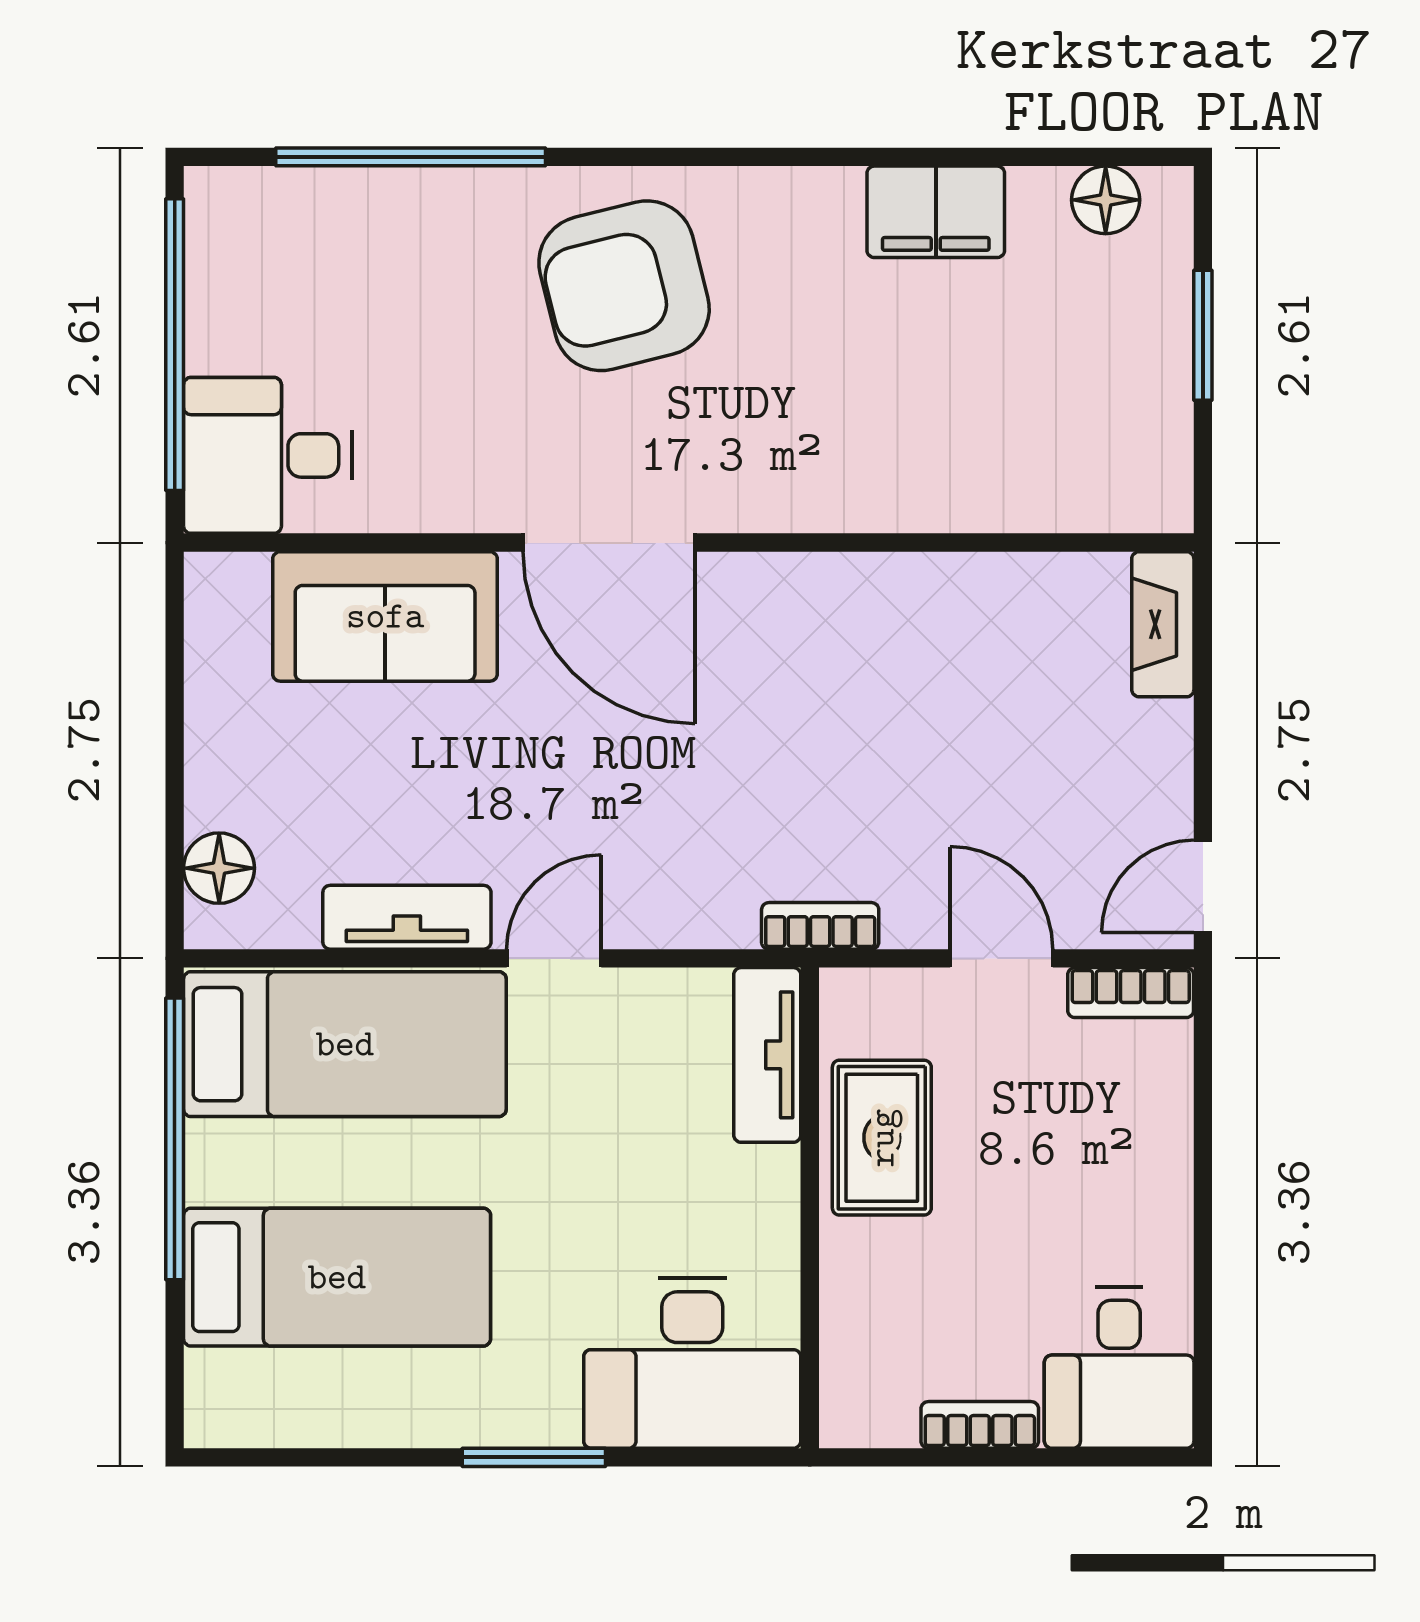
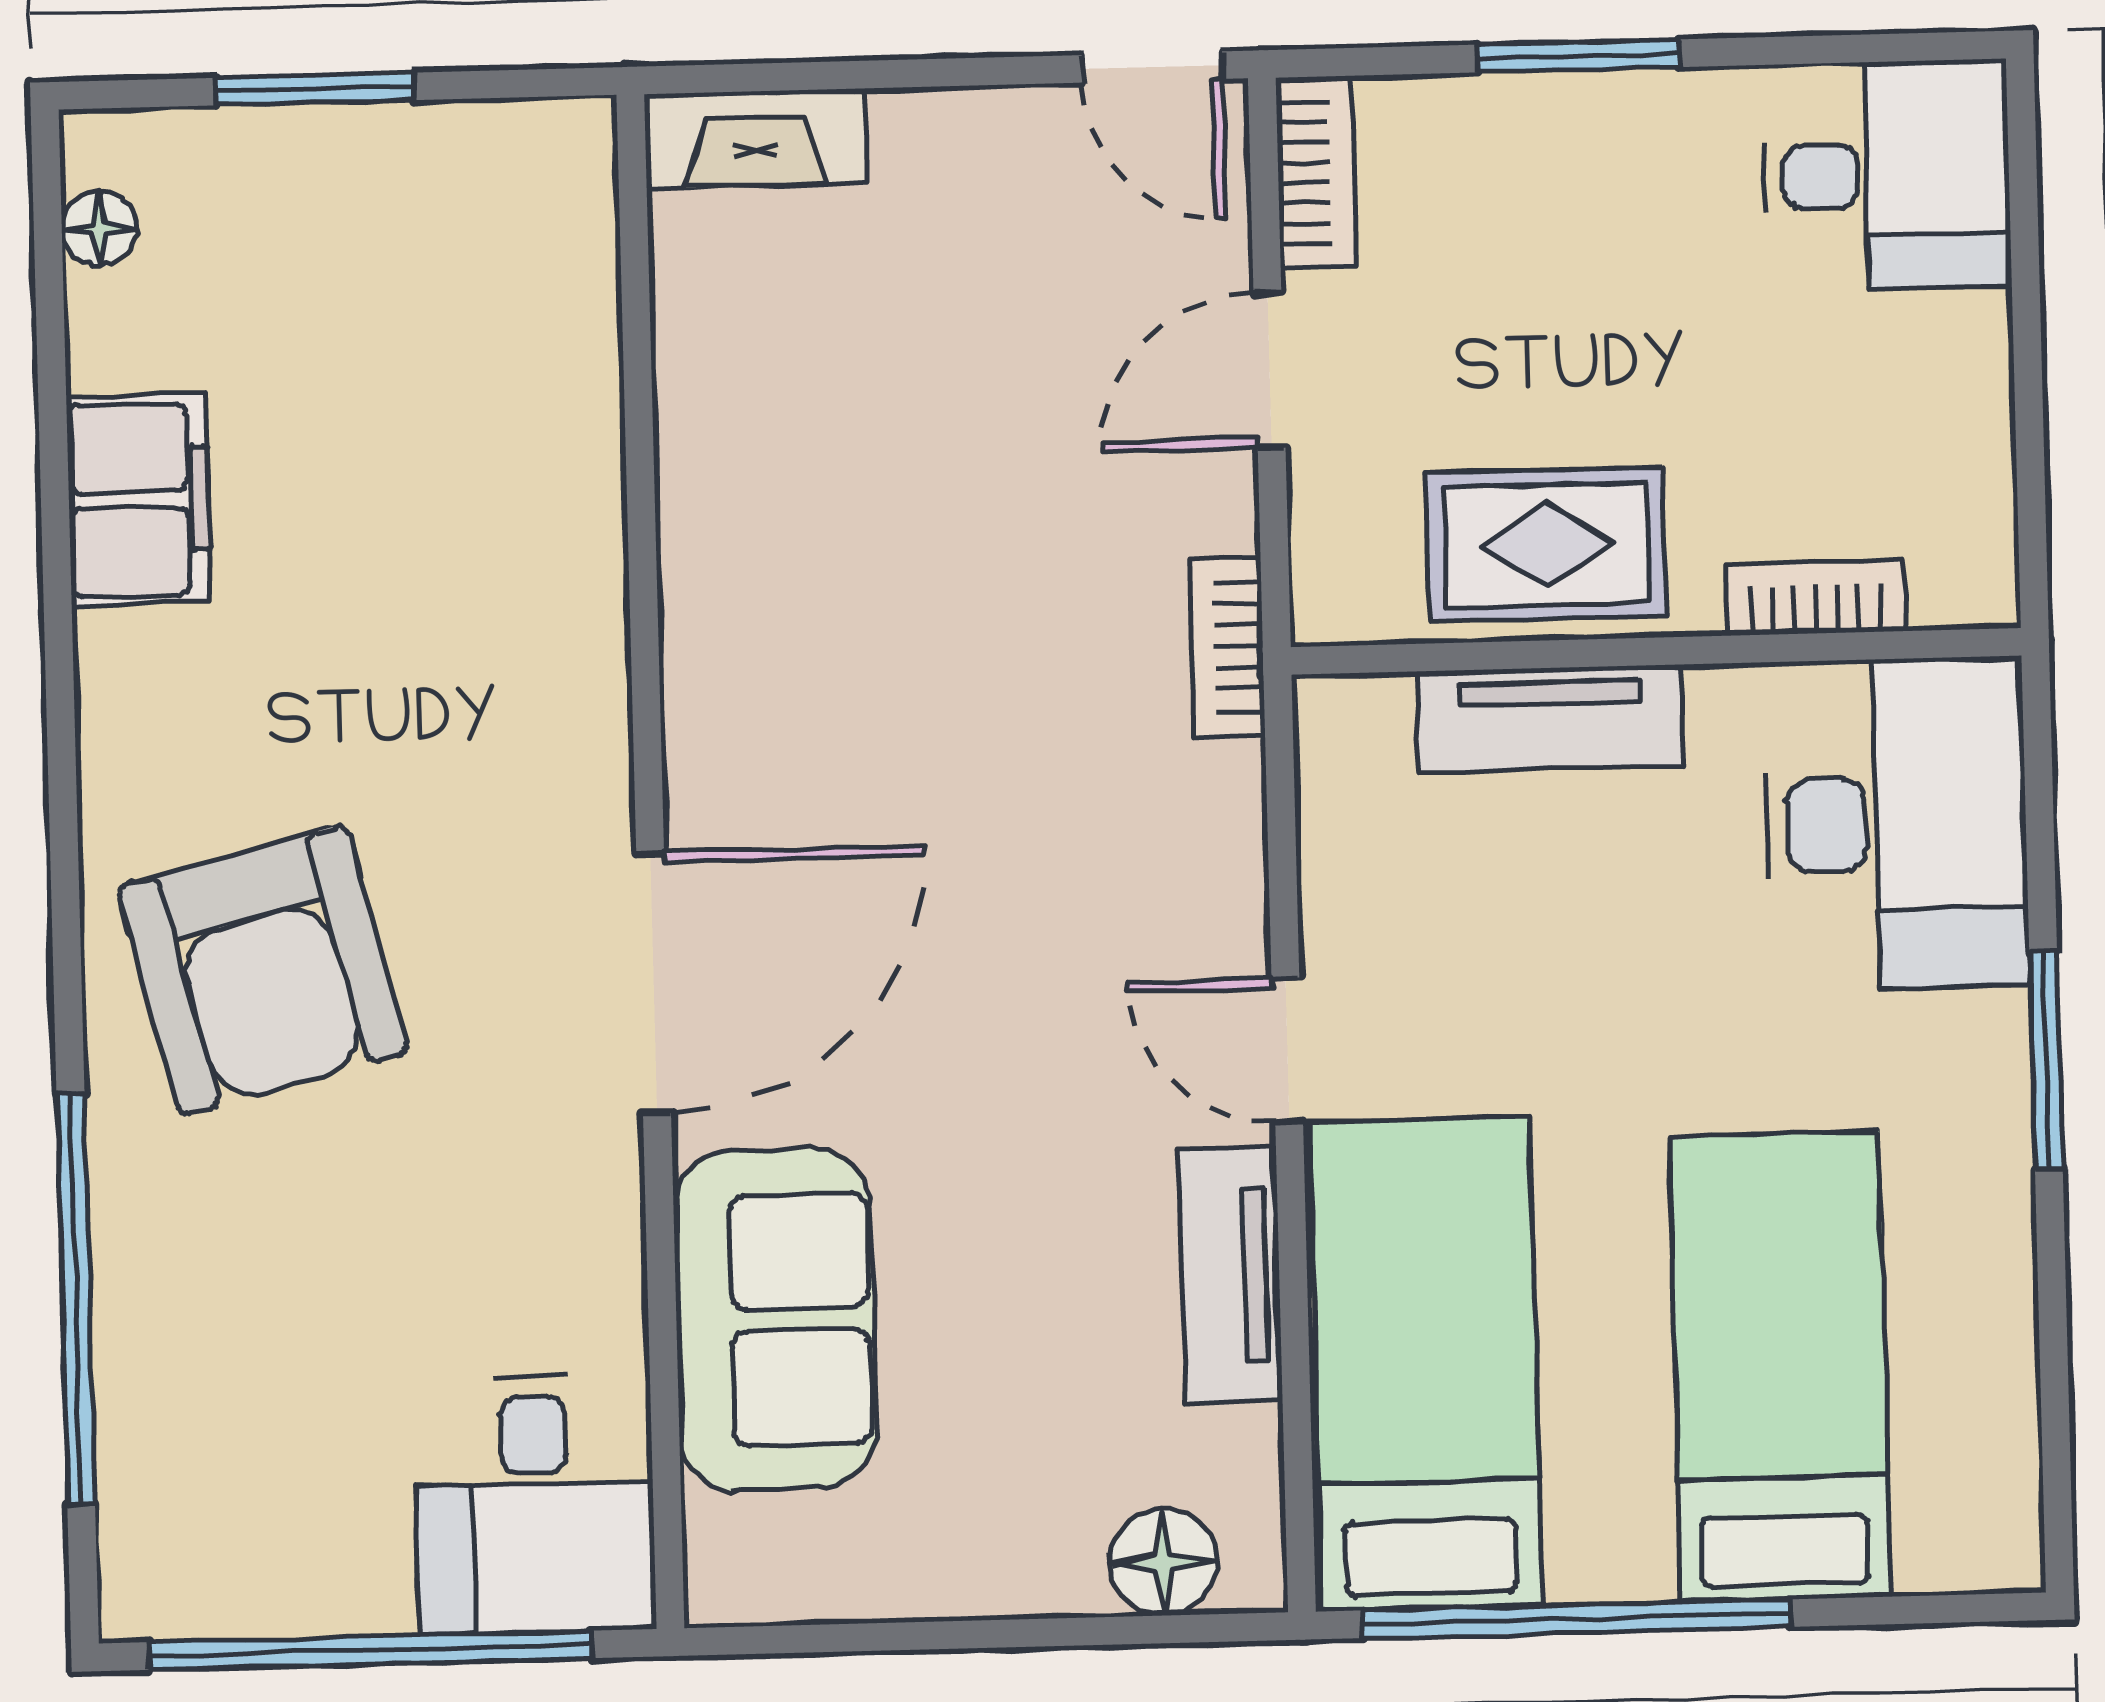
floor lamp: (1106, 200) -> (99, 229), width x0.73, depth x0.73
tv unit: (767, 1055) -> (1550, 719), moved
window: (1203, 1167) -> (1579, 56), added
bookcase: (980, 1425) -> (1816, 598), moved, turned 90

